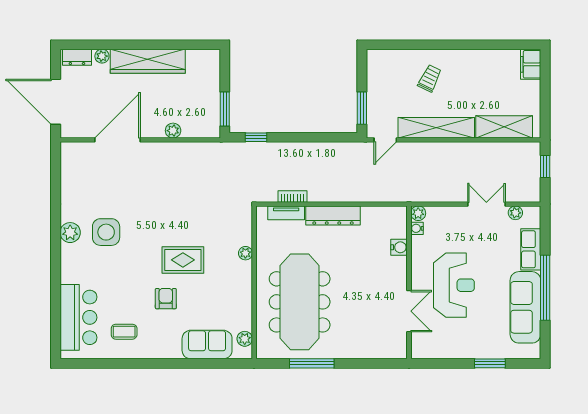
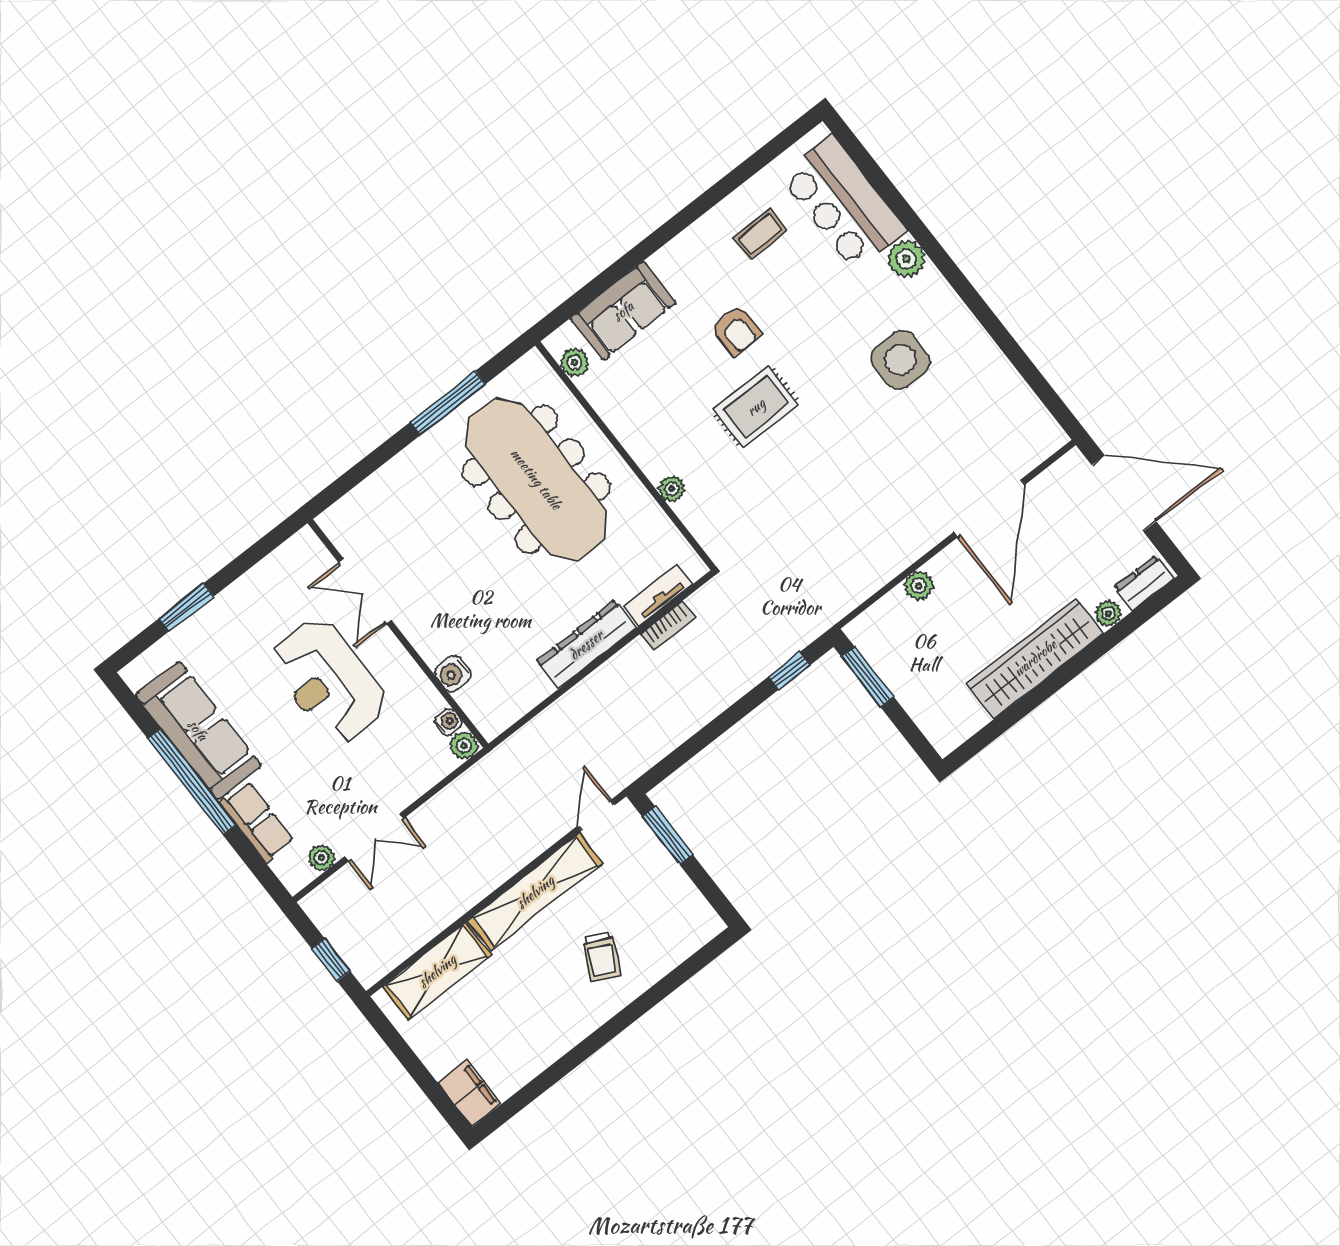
plant: (70, 233) -> (906, 259), moved

